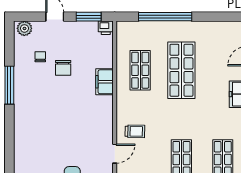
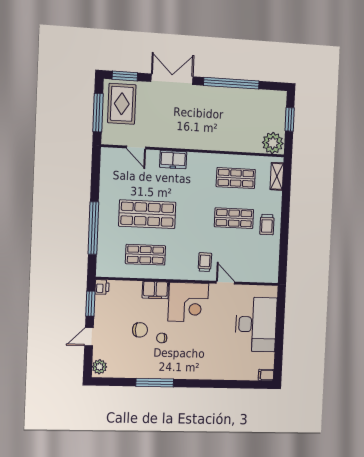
chair: (40, 57) -> (162, 338), moved
corner desk: (93, 116) -> (188, 302), added

